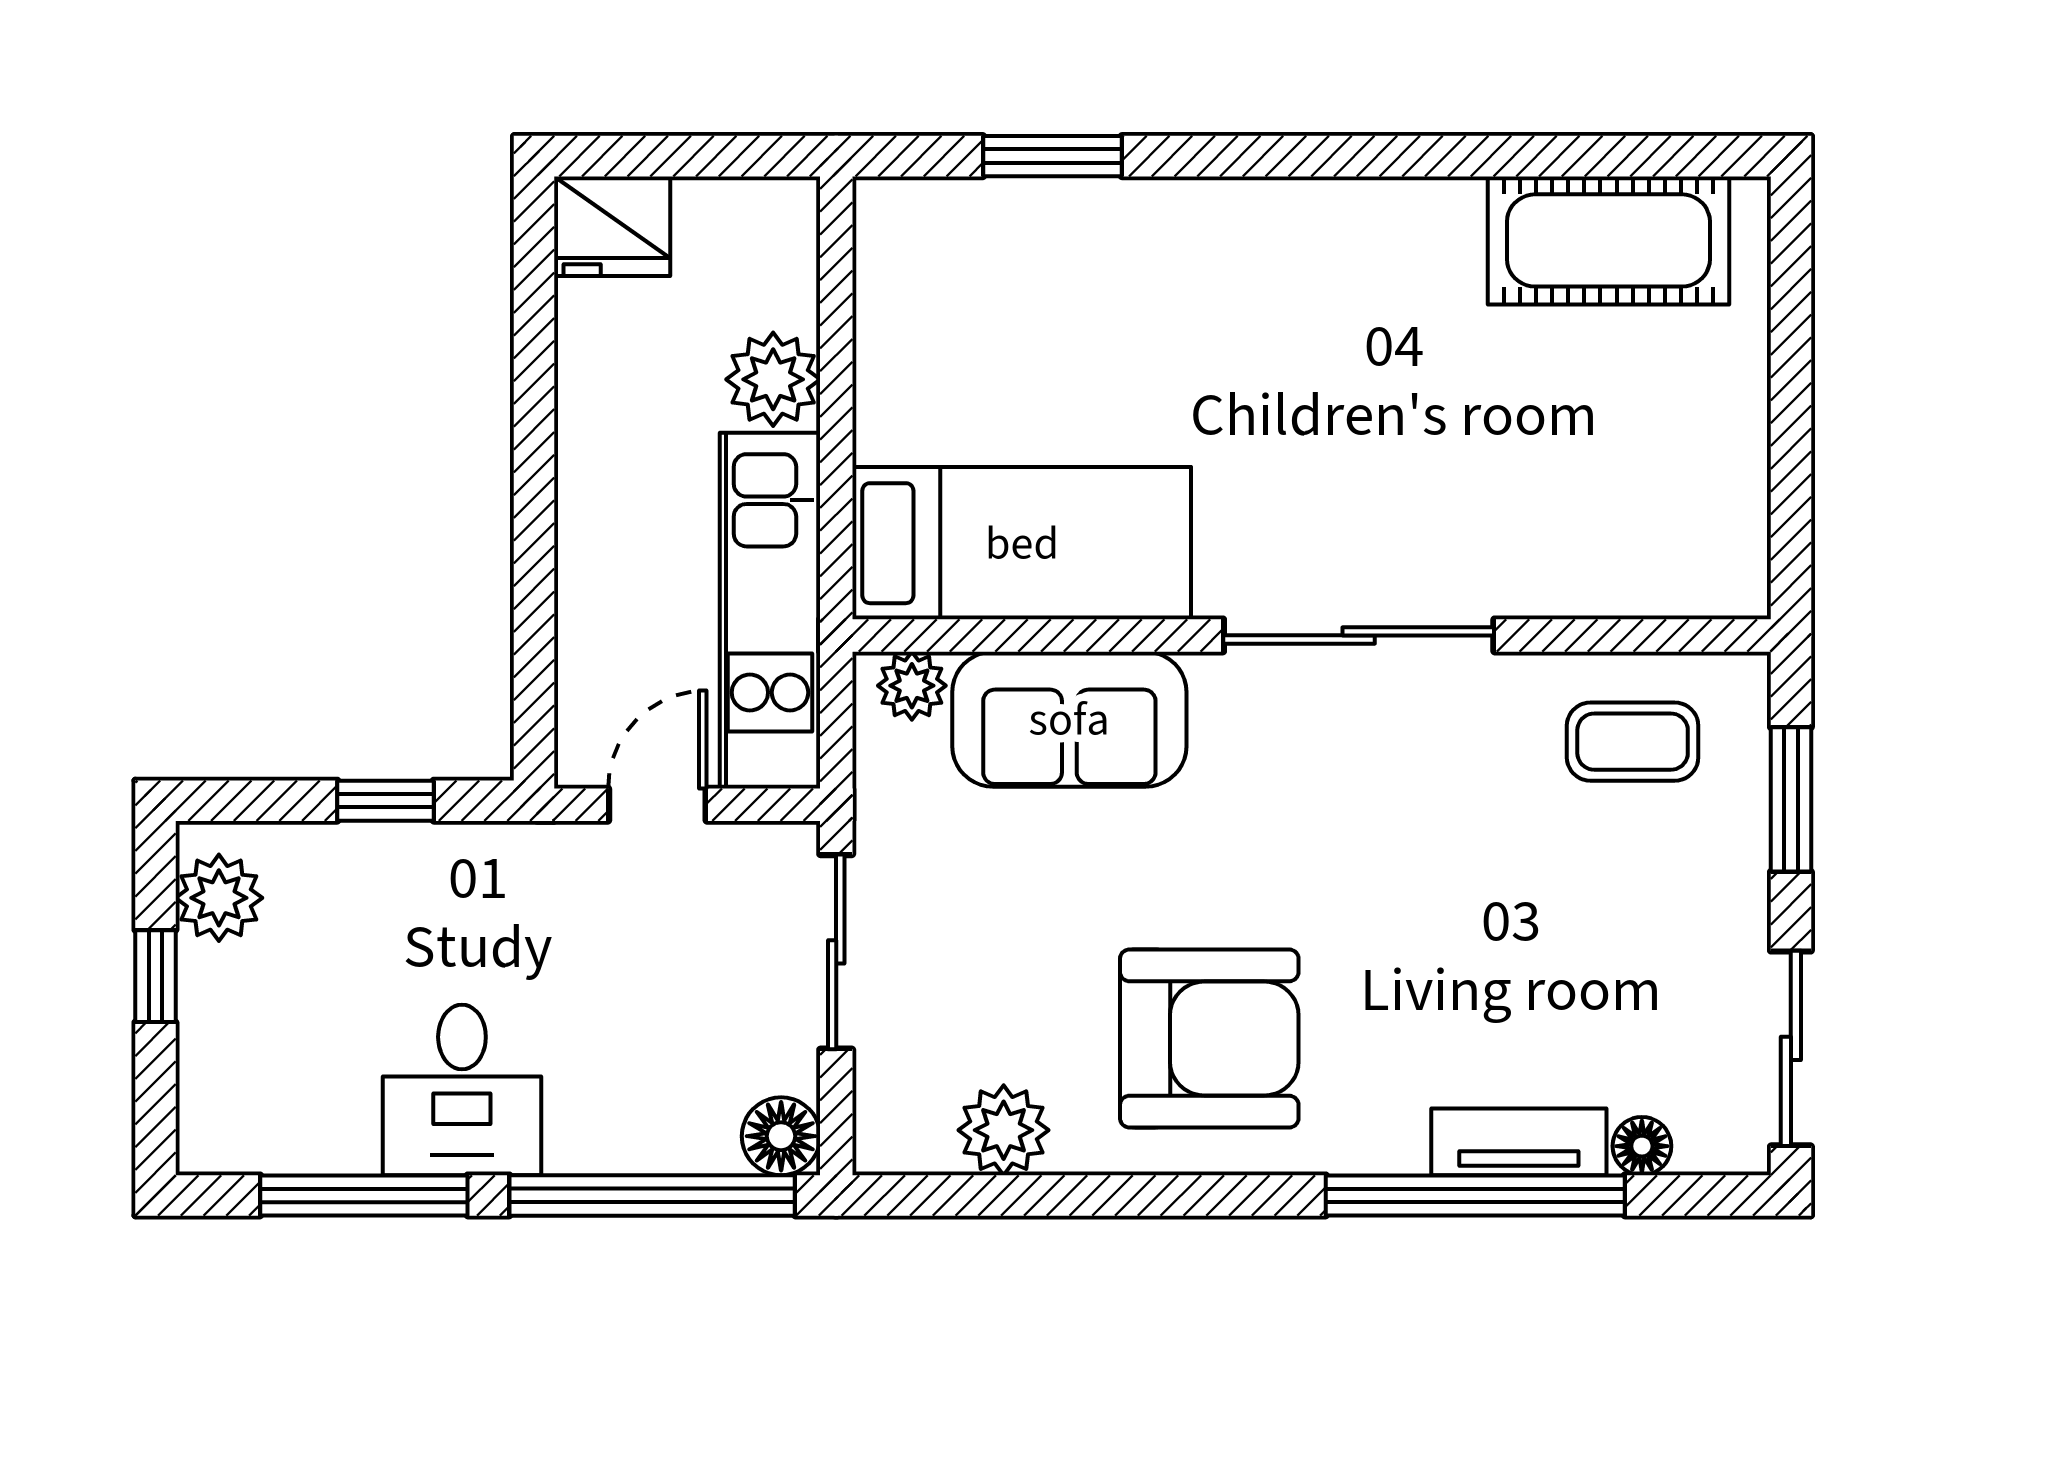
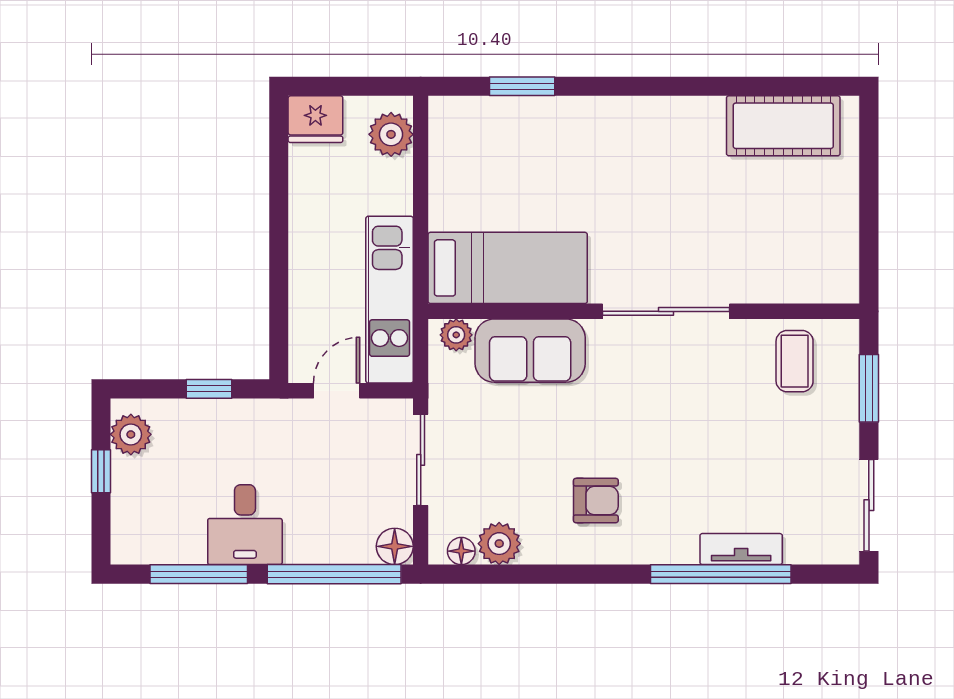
plant: (773, 379) -> (391, 134), moved
coffee table: (1633, 742) -> (795, 361), turned 90
armchair: (1209, 1038) -> (596, 501), width x0.53, depth x0.53
floor lamp: (1642, 1146) -> (461, 551), moved

